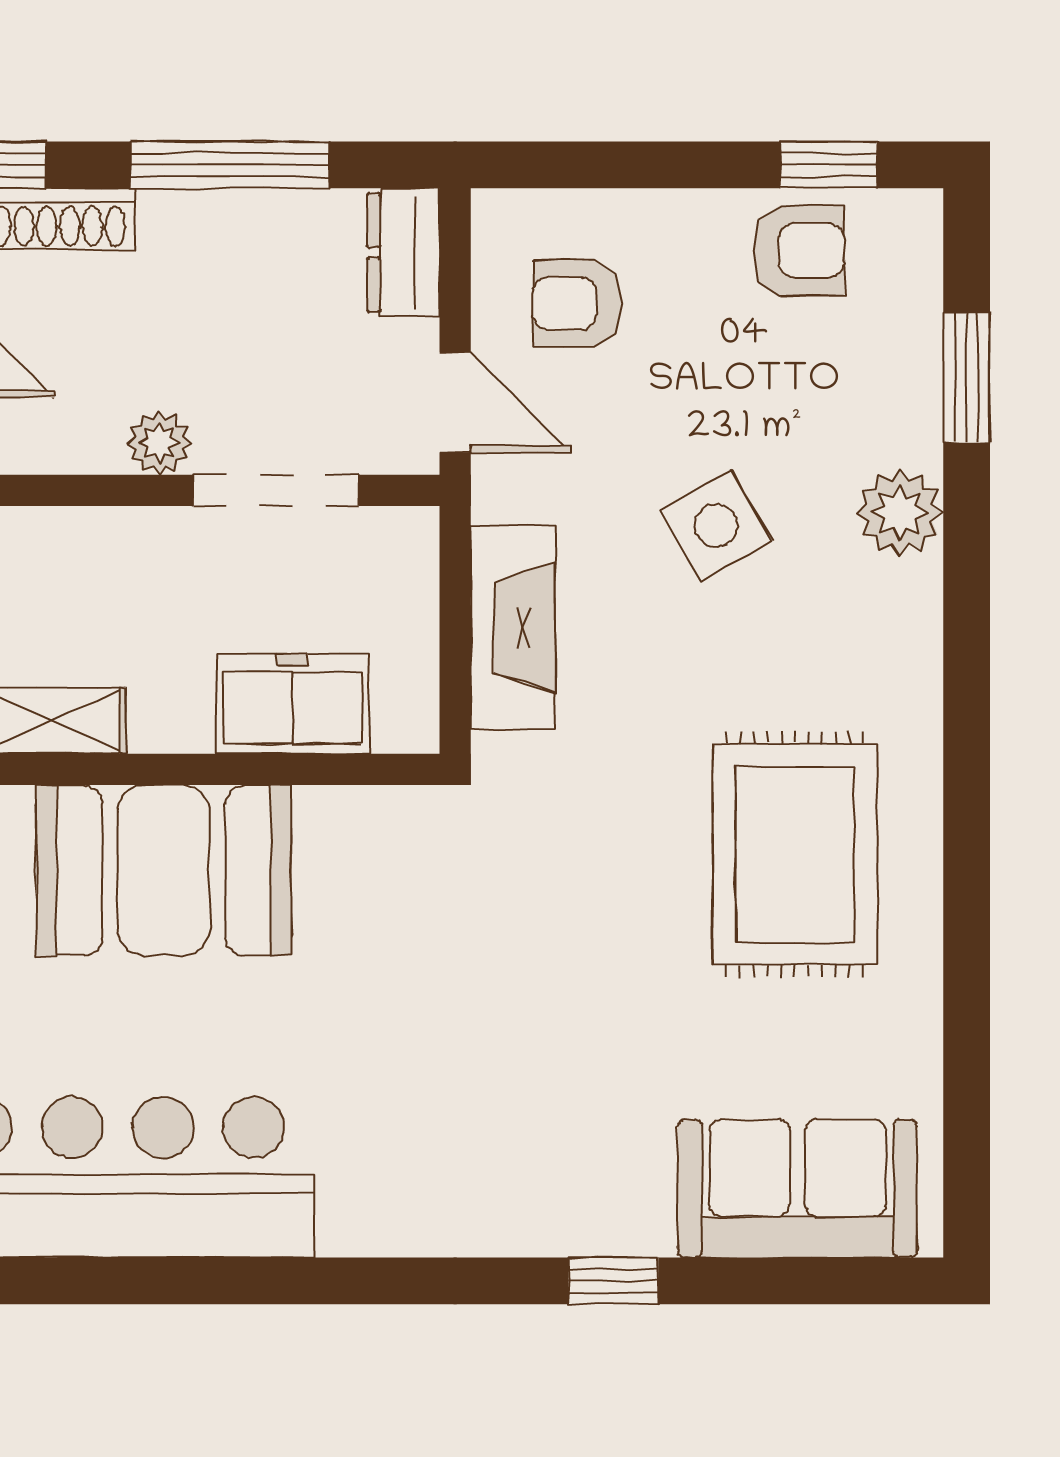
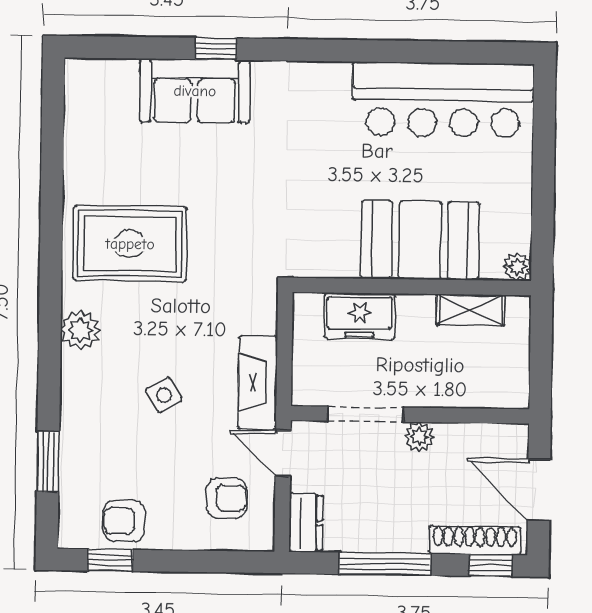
plant: (900, 513) -> (80, 330), moved
side table: (716, 526) -> (164, 395), width x0.73, depth x0.73
fireplace: (513, 627) -> (258, 383), moved
rug: (795, 854) -> (130, 244), turned 90
sofa: (797, 1188) -> (195, 91), moved

